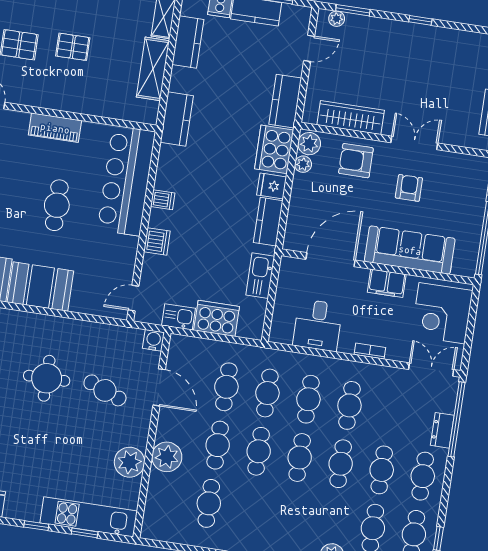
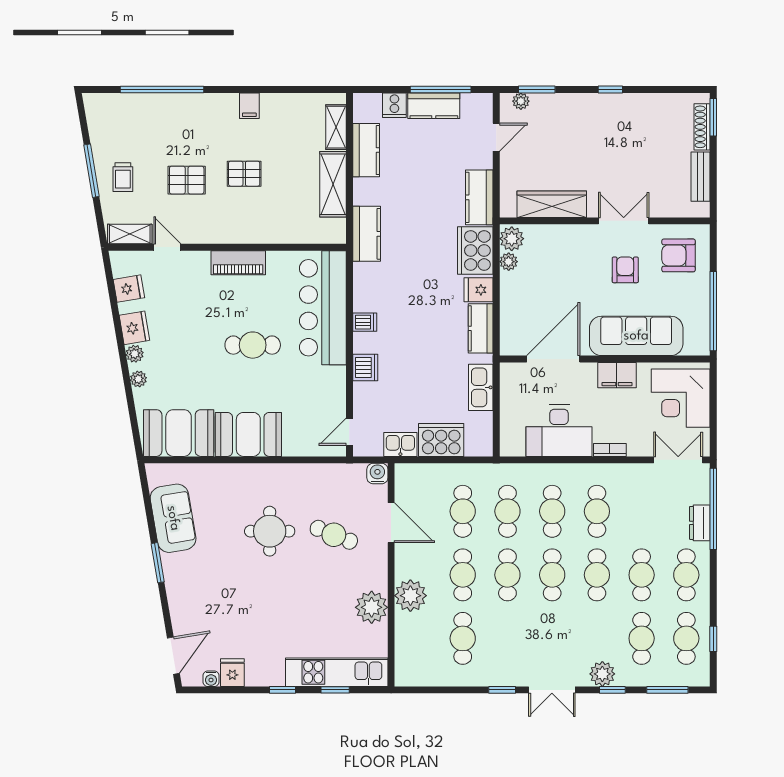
armchair: (356, 161) -> (679, 255), moved
cafe table: (57, 205) -> (253, 345), turned 90
desk: (318, 325) -> (559, 431), width x1.37

